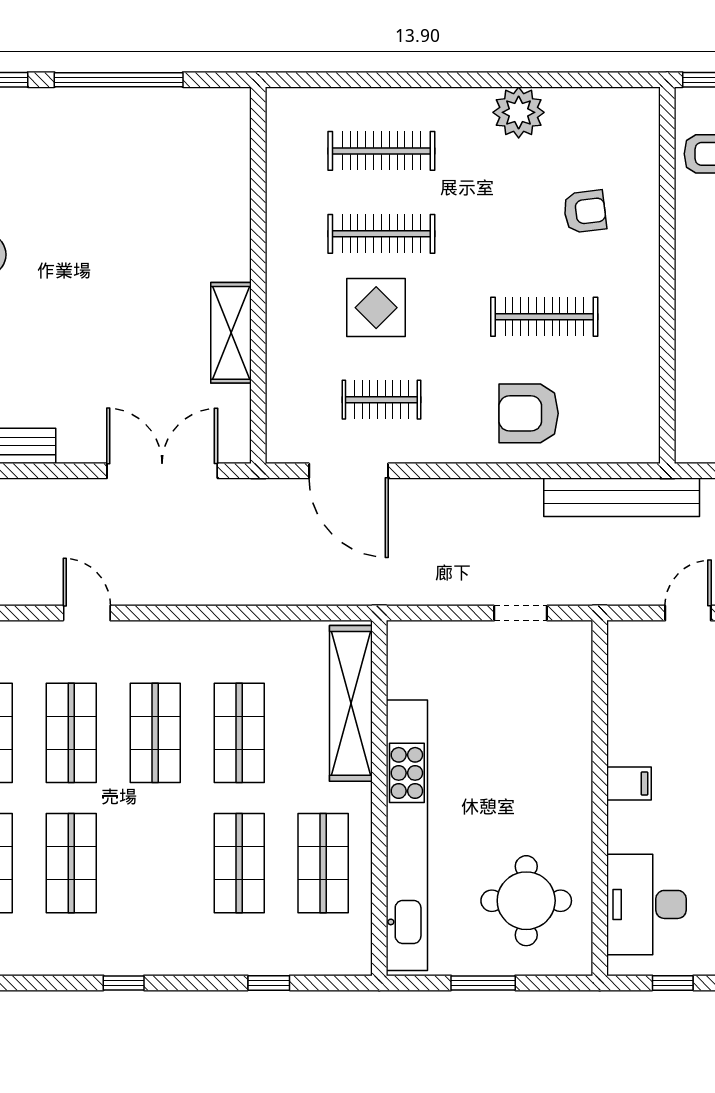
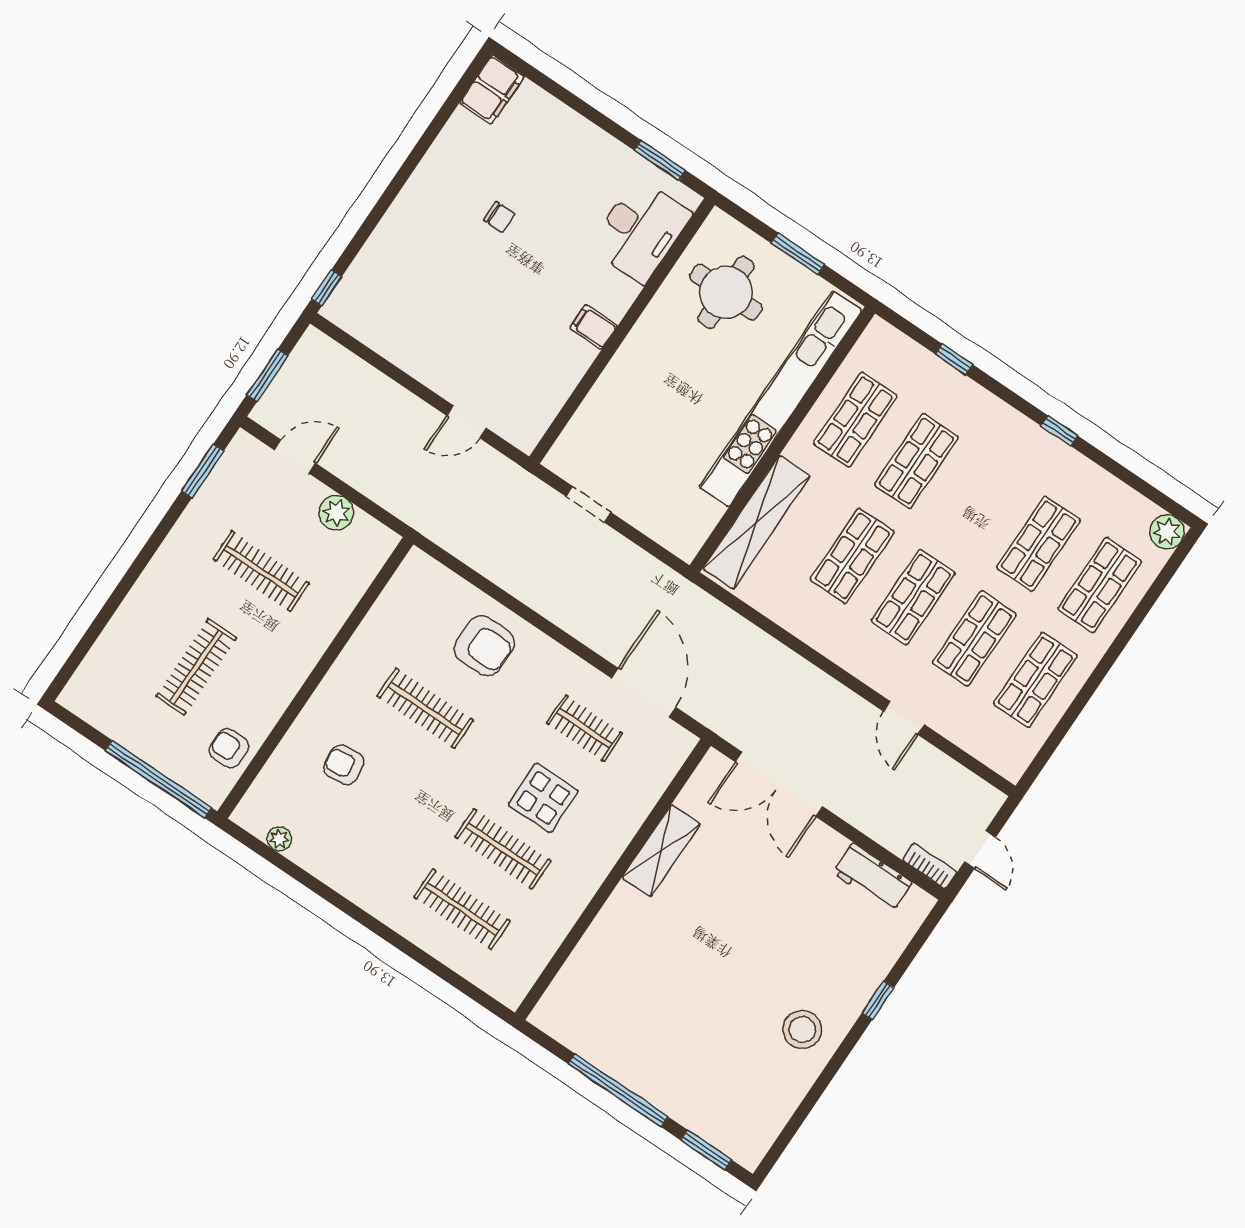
plant: (519, 112) -> (279, 839), moved, width x0.53, depth x0.53
bench: (622, 497) -> (458, 539), removed
window: (673, 983) -> (660, 160), width x1.50

